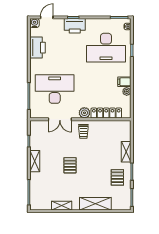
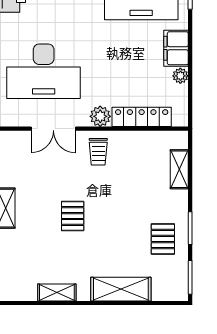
filing cabinet: (124, 82) -> (176, 48), width x2.00
desk: (55, 89) -> (44, 71), turned 180
shelving: (126, 152) -> (179, 169), moved

